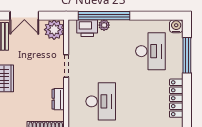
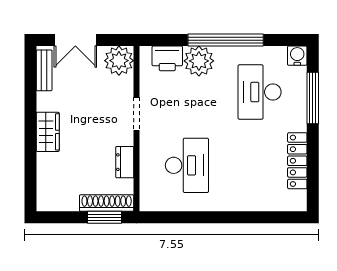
window: (104, 16) -> (226, 40), moved
plant: (104, 25) -> (199, 61), width x1.87, depth x1.87
desk: (150, 51) -> (260, 92), turned 180

